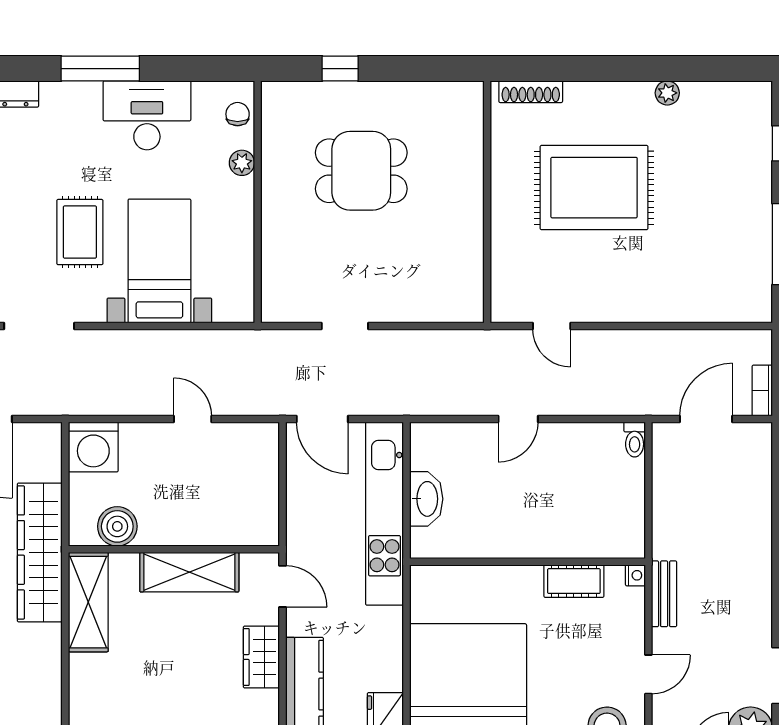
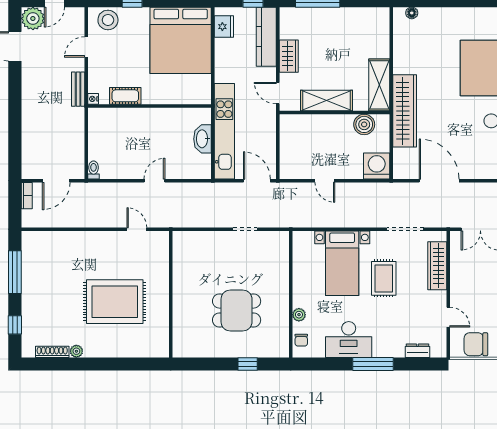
shoe rack: (531, 92) -> (52, 352), moved

